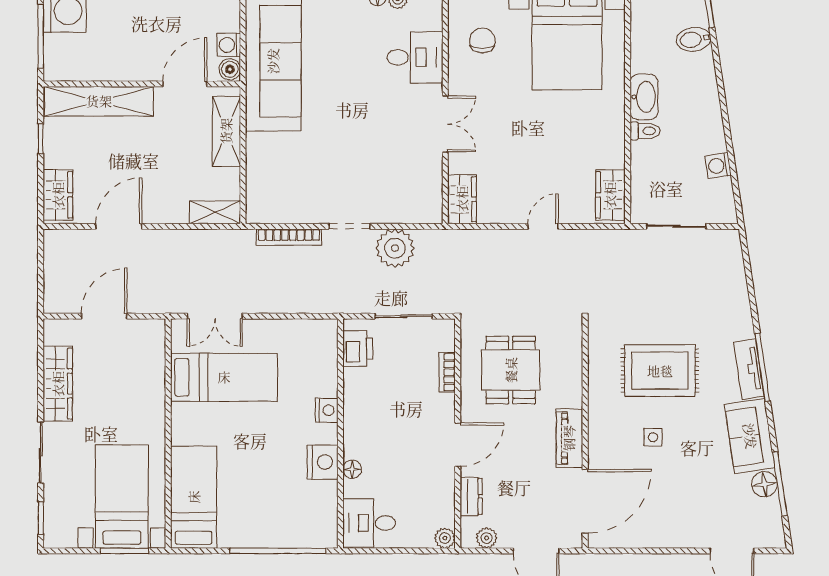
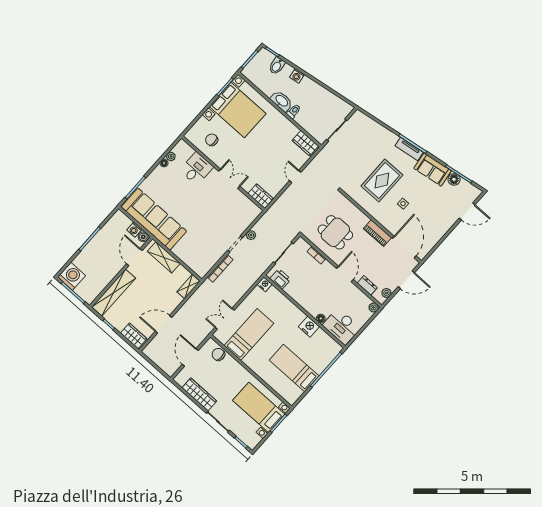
washing machine: (718, 166) -> (297, 76), moved
door: (119, 226) -> (163, 324), hinge flipped
plant: (395, 248) -> (251, 235), width x0.53, depth x0.53
double door: (215, 316) -> (225, 319), swing flipped
chair: (149, 357) -> (218, 354), added
nightstand: (327, 410) -> (265, 284), moved
bed: (194, 497) -> (294, 368), moved
desk: (369, 523) -> (342, 326), width x1.37

